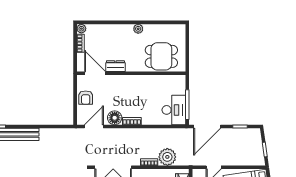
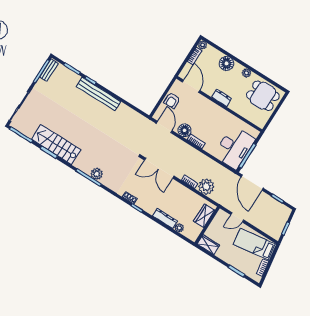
floor lamp: (114, 32) -> (226, 63), added
dining table: (161, 56) -> (263, 96), moved
dresser: (115, 66) -> (222, 98), moved
desk: (174, 110) -> (234, 147), width x1.36, depth x1.30
door: (94, 127) -> (164, 127), hinge flipped
door: (207, 127) -> (252, 183), hinge flipped

